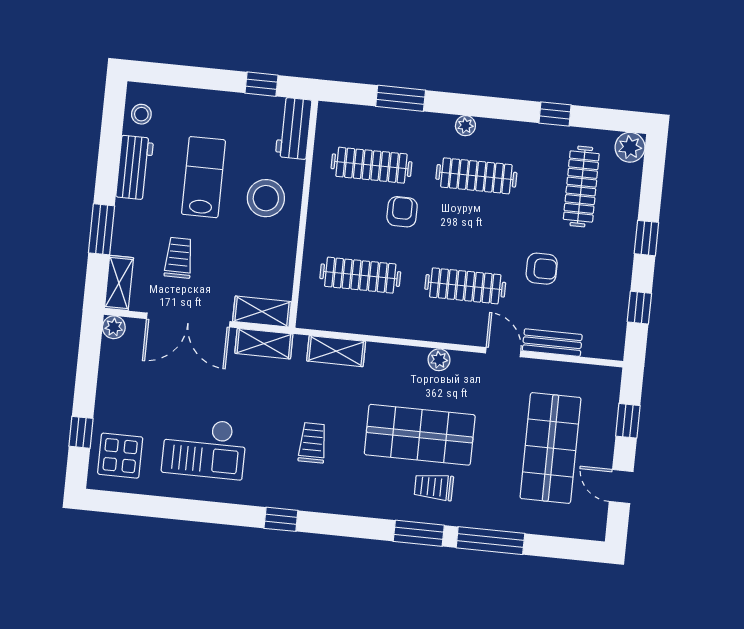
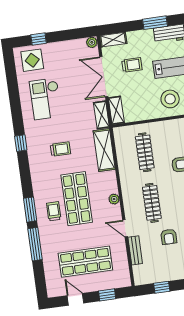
window: (102, 229) -> (155, 23), moved
shelving: (336, 351) -> (104, 150), width x1.50, depth x1.33
door: (503, 352) -> (125, 228), swing flipped
door: (621, 487) -> (75, 299), hinge flipped

